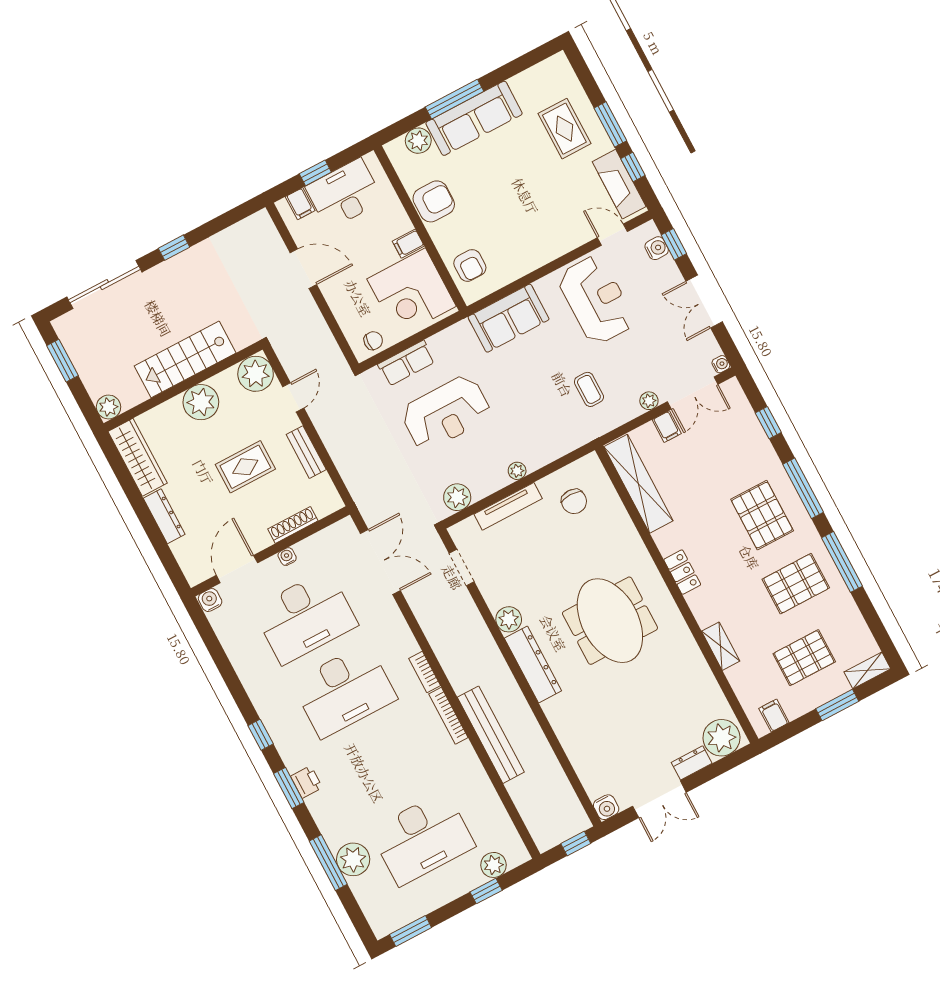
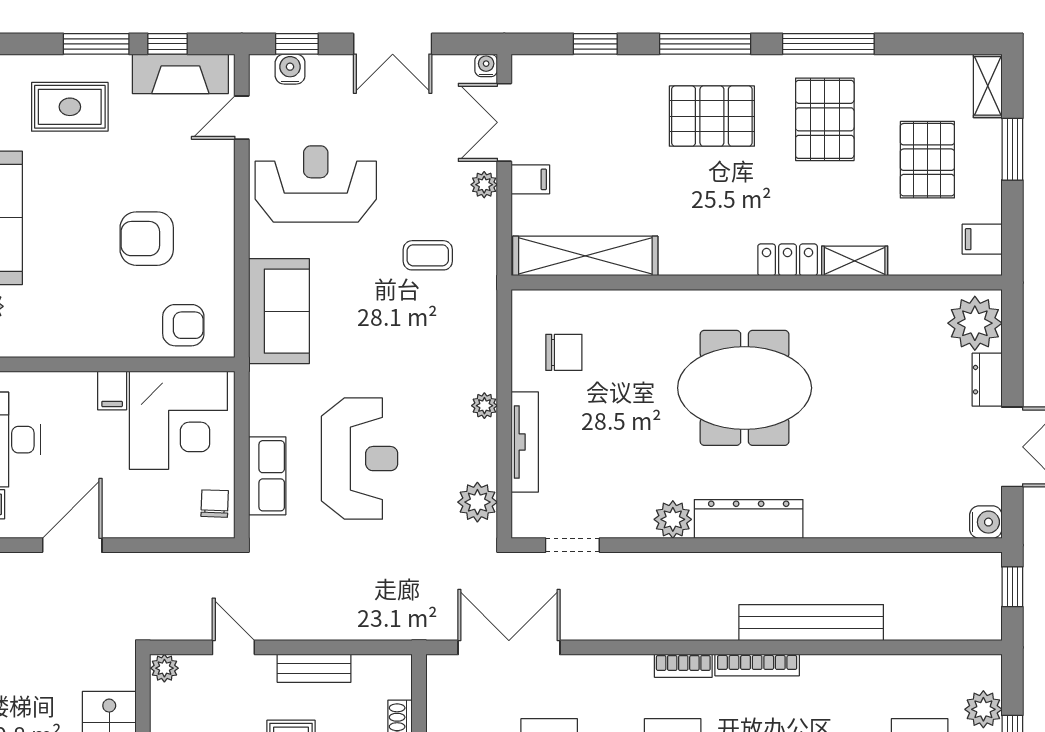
armchair: (434, 201) -> (147, 239), moved, turned -90
plant: (256, 374) -> (164, 668), width x0.53, depth x0.53
double door: (693, 393) -> (504, 122), swing flipped
locker: (682, 572) -> (788, 260), moved

